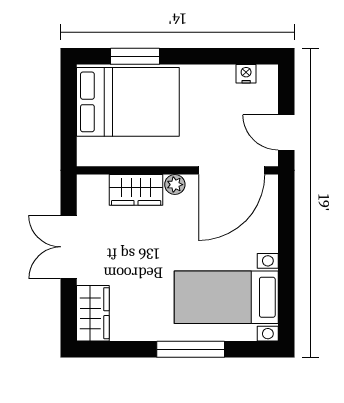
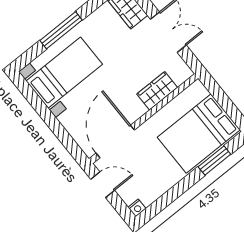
nightstand: (246, 74) -> (137, 208), moved
plant: (175, 185) -> (139, 110), removed

